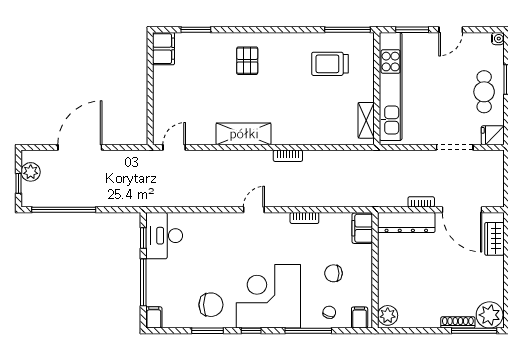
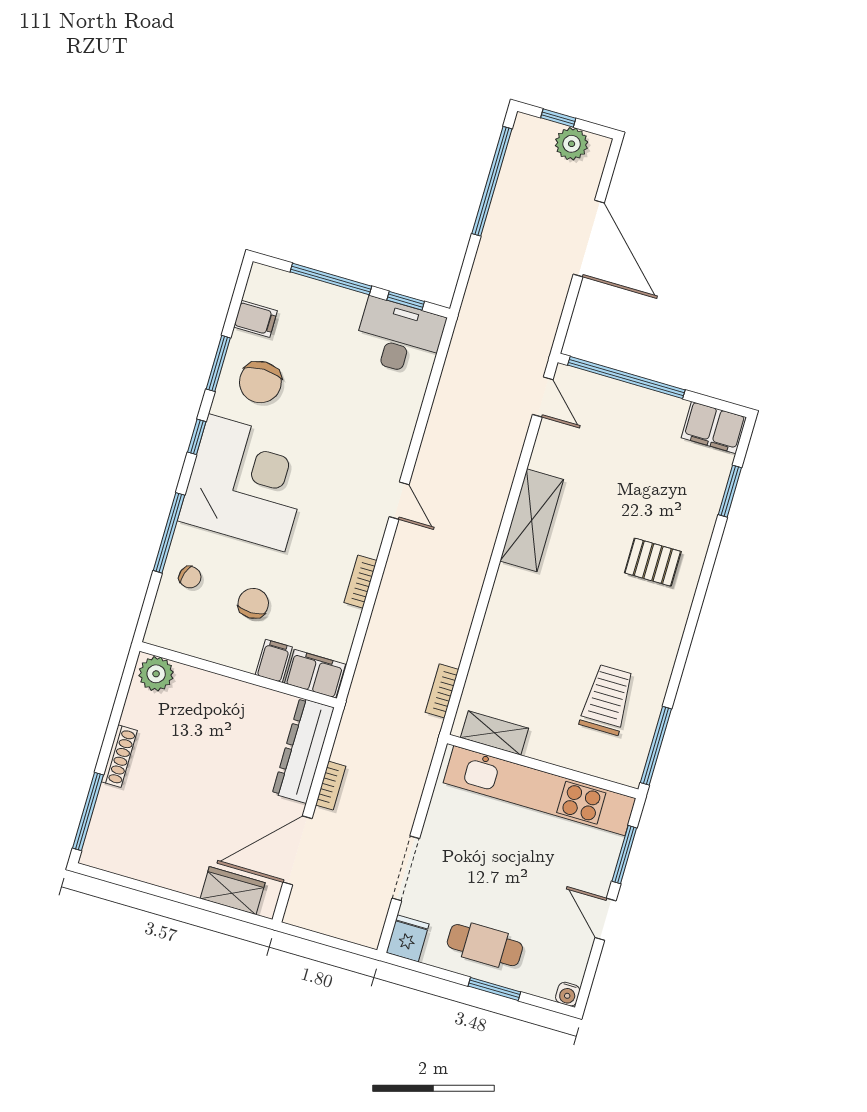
window: (150, 105) -> (626, 378), added
bookcase: (288, 156) -> (442, 691), moved
plant: (490, 315) -> (107, 845), removed
filing cabinet: (154, 317) -> (255, 319), moved
filing cabinet: (360, 318) -> (274, 661), moved, turned -90
shoe rack: (458, 322) -> (119, 756), moved

